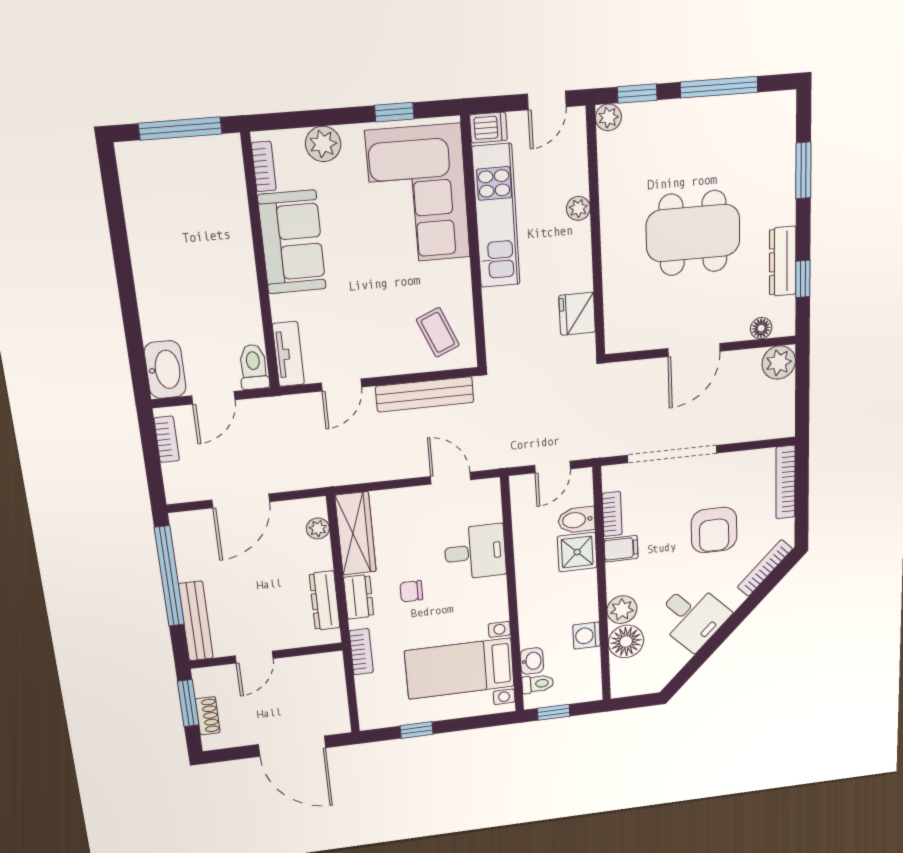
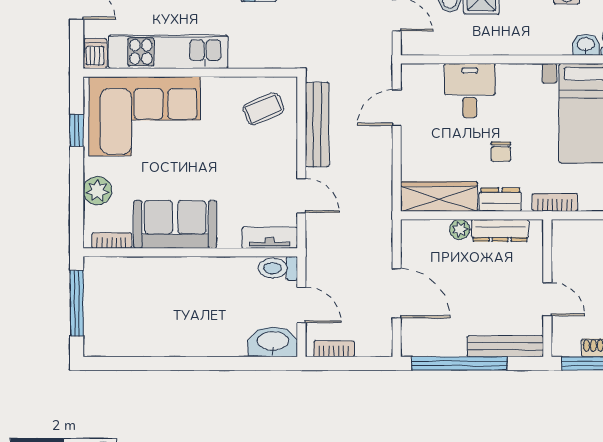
plant: (318, 528) -> (460, 229), moved

